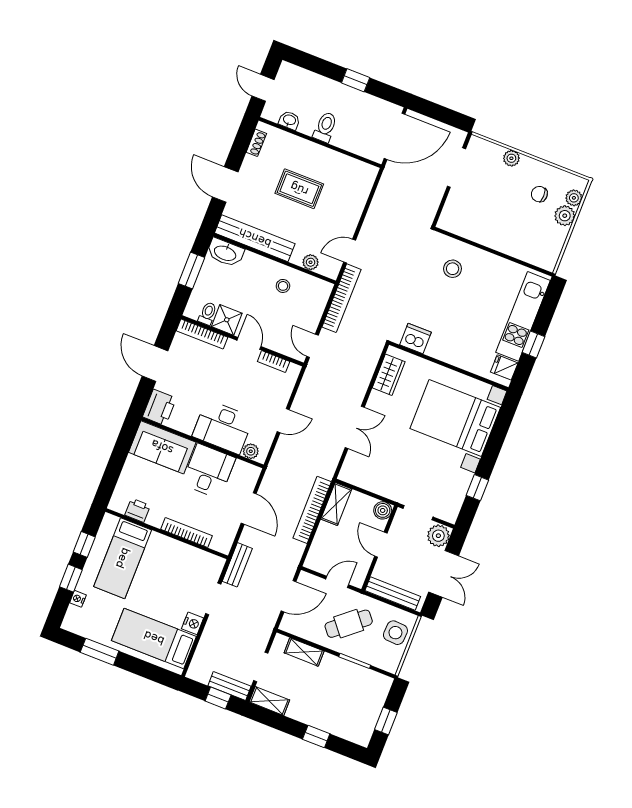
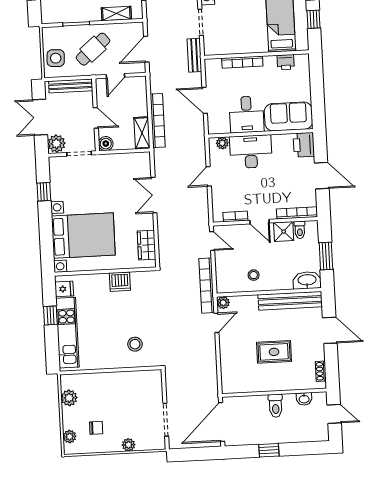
plant: (565, 216) -> (69, 398), moved
plant: (311, 262) -> (223, 303), moved
dishwasher: (415, 338) -> (120, 282), moved

